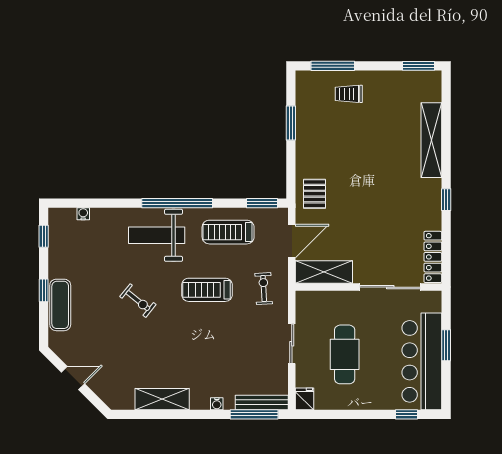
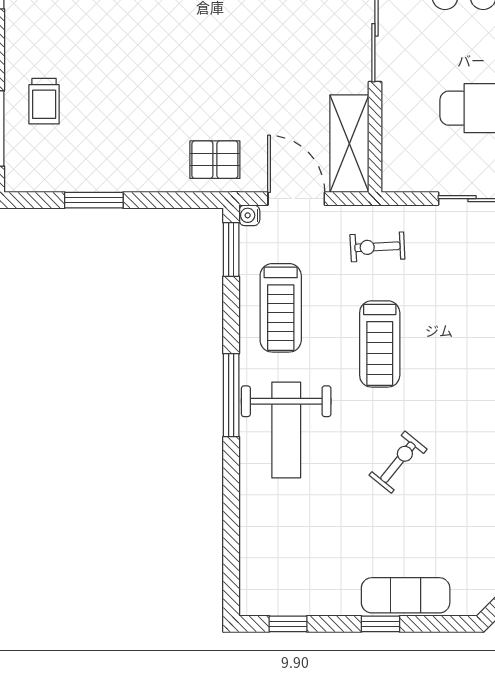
window: (177, 203) -> (231, 395), width x0.68
water cooler: (83, 214) -> (249, 215), moved

